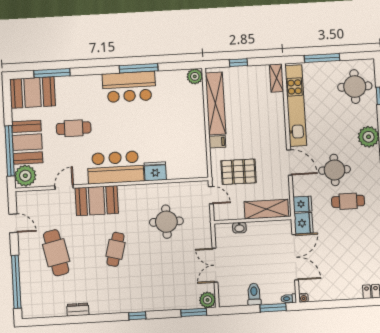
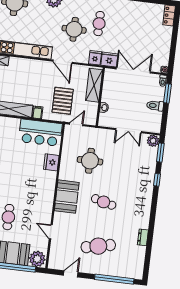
door: (289, 162) -> (62, 62), swing flipped
bar counter: (116, 167) -> (40, 133), moved, turned -90
booth: (97, 201) -> (67, 197), moved
window: (137, 316) -> (157, 180), moved

